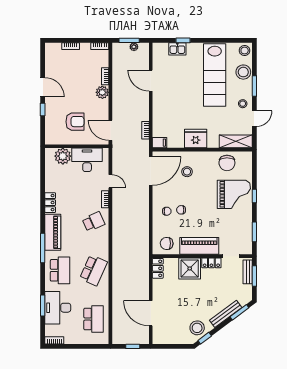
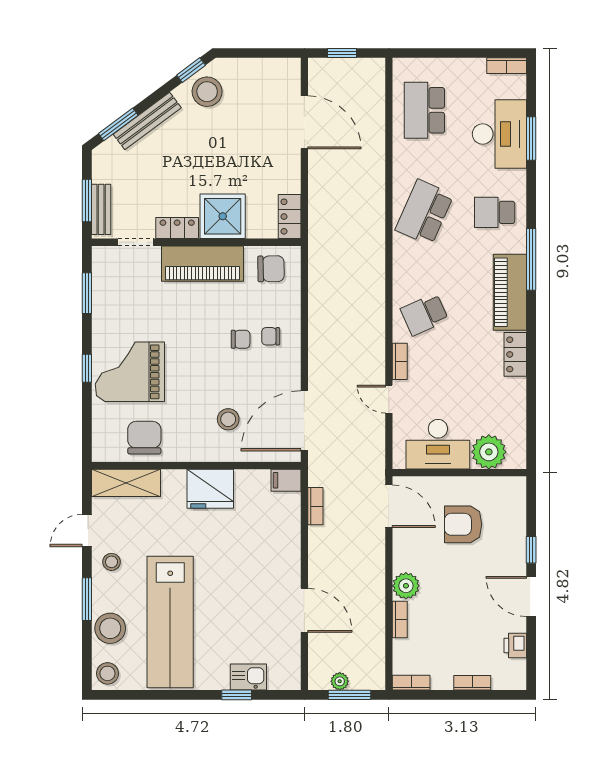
printer: (50, 64) -> (515, 645), added
lab bench: (215, 75) -> (170, 622), turned 180
school desk: (60, 270) -> (495, 212), width x0.54

